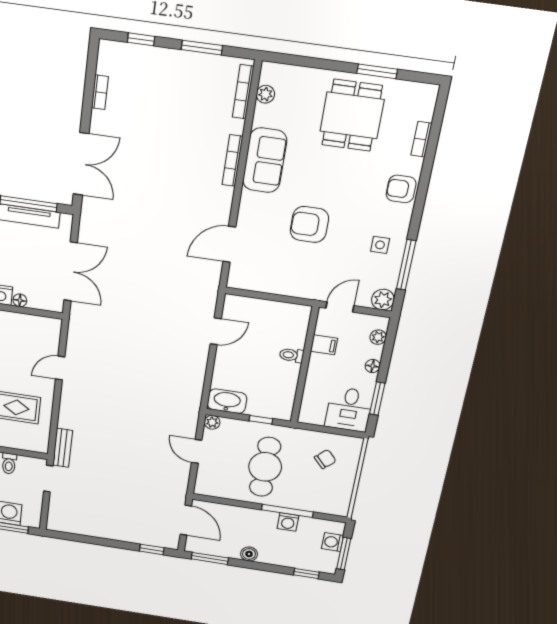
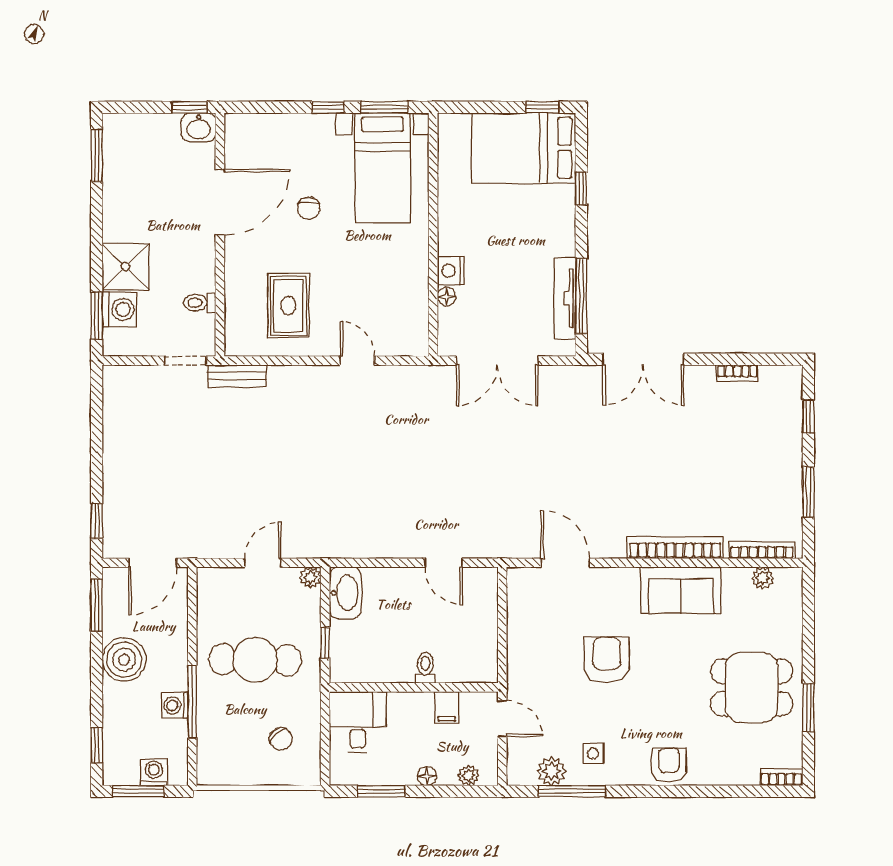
bookcase: (421, 139) -> (781, 777), moved
bookcase: (233, 160) -> (675, 548), width x1.48, depth x1.31
plant: (383, 300) -> (552, 771), moved
desk: (349, 409) -> (358, 722), moved, turned 90
boiler: (249, 554) -> (124, 660), width x1.86, depth x1.86

